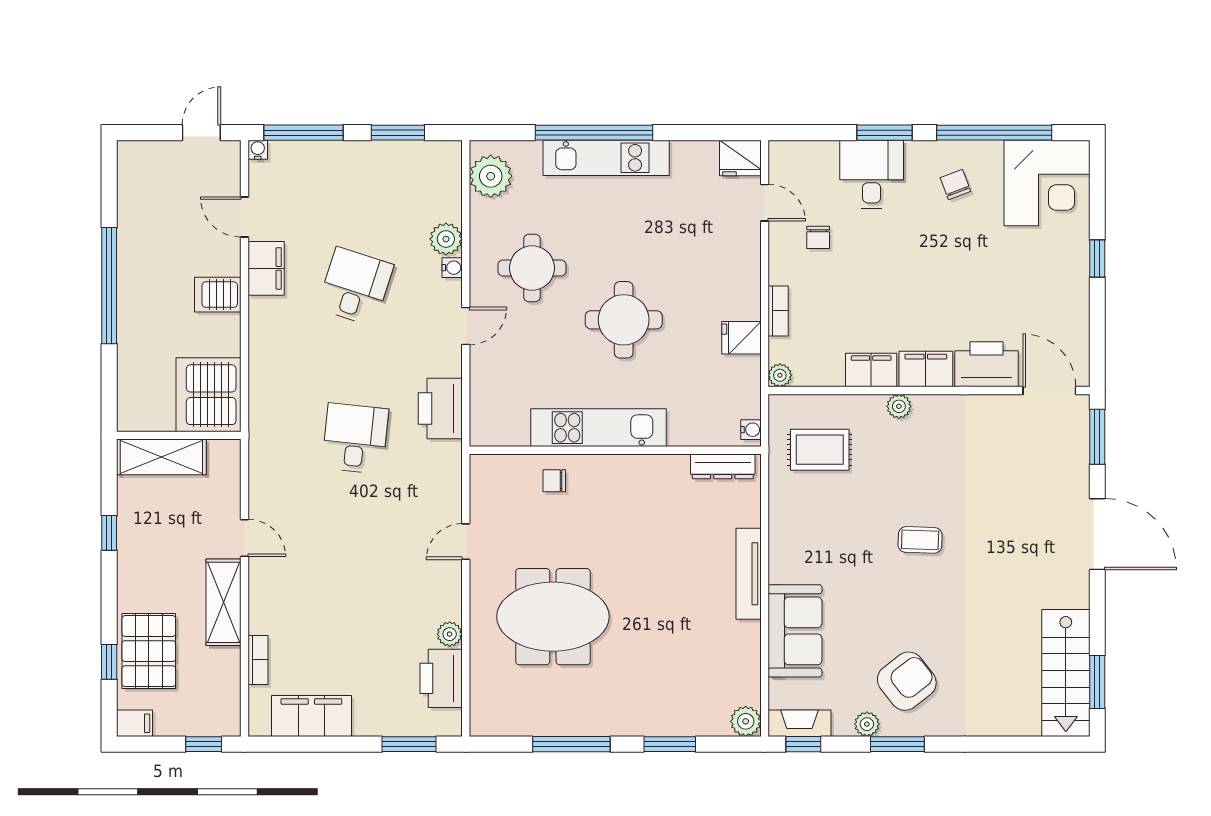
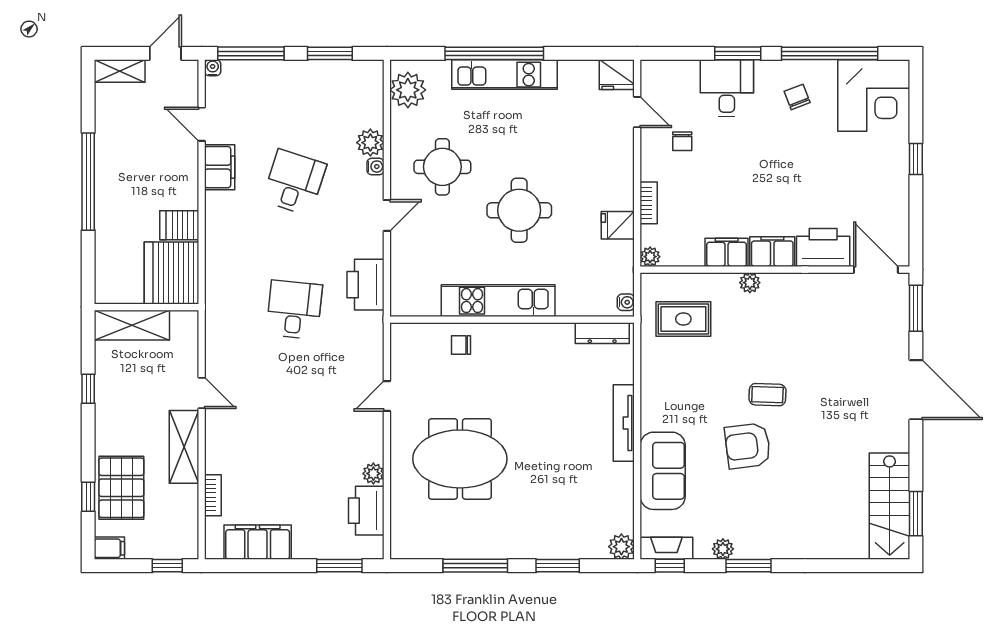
shelving: (147, 154) -> (120, 71), added
server rack: (218, 295) -> (179, 225), moved
armchair: (907, 681) -> (748, 446), moved, turned -149

